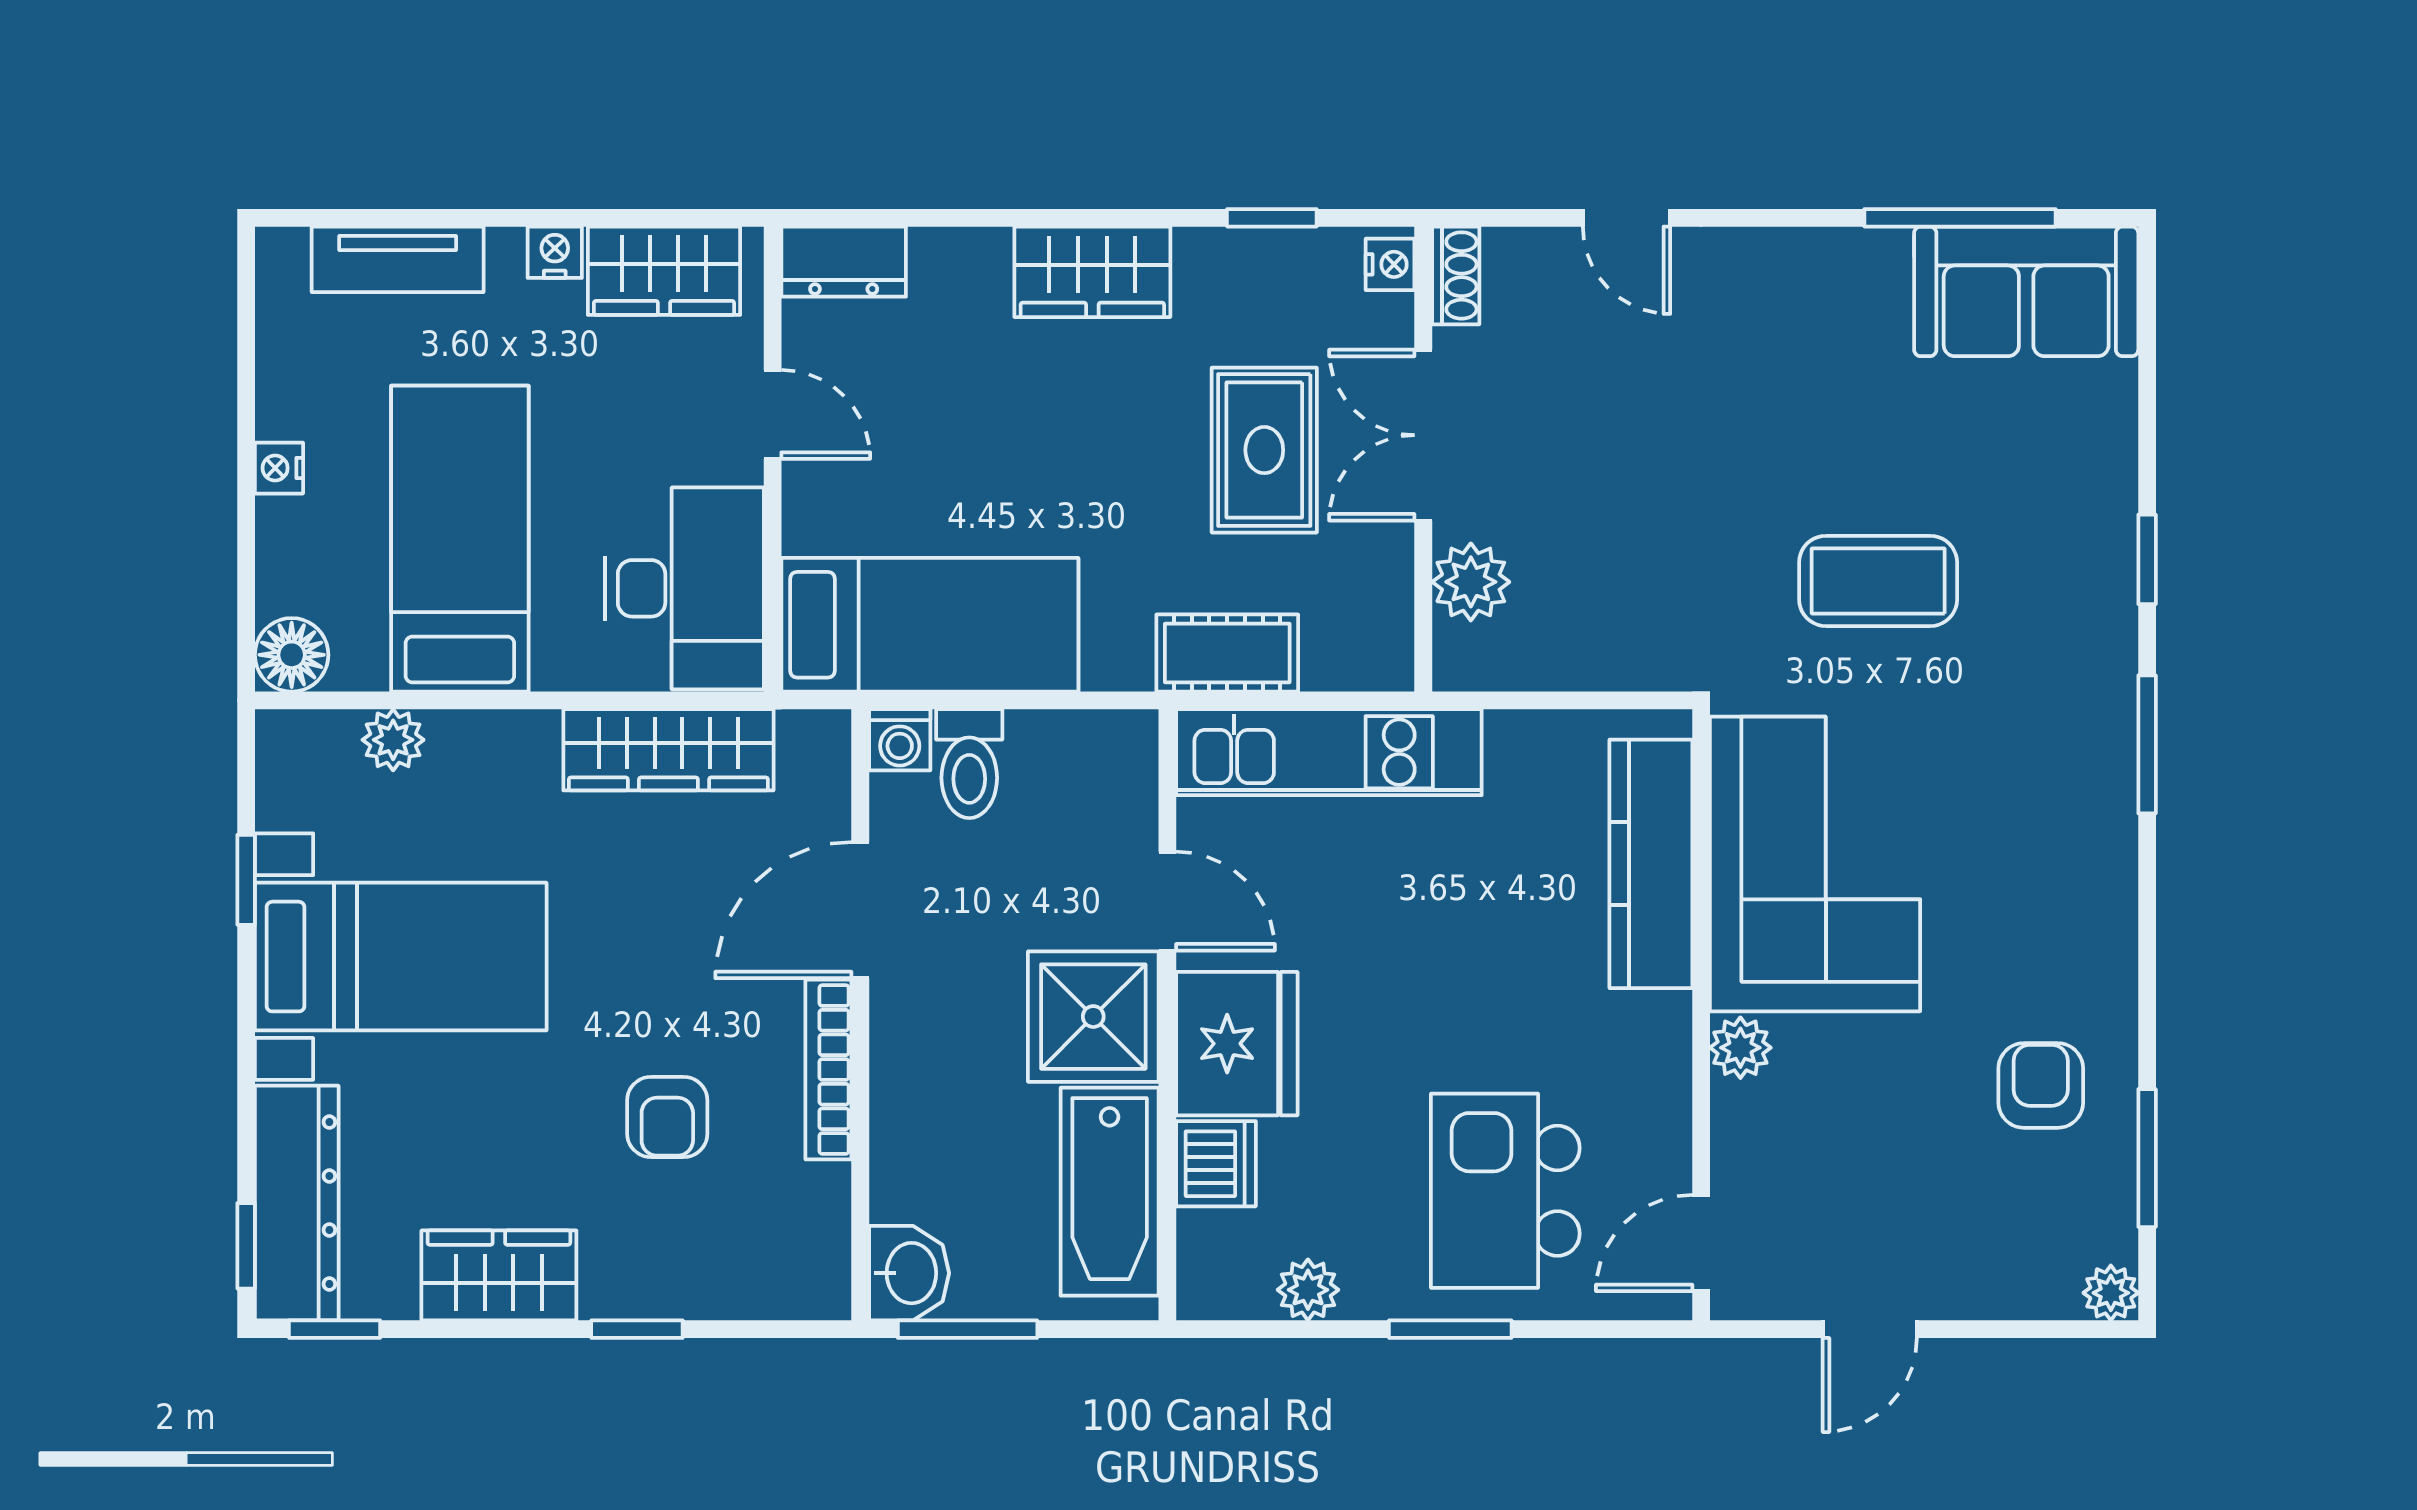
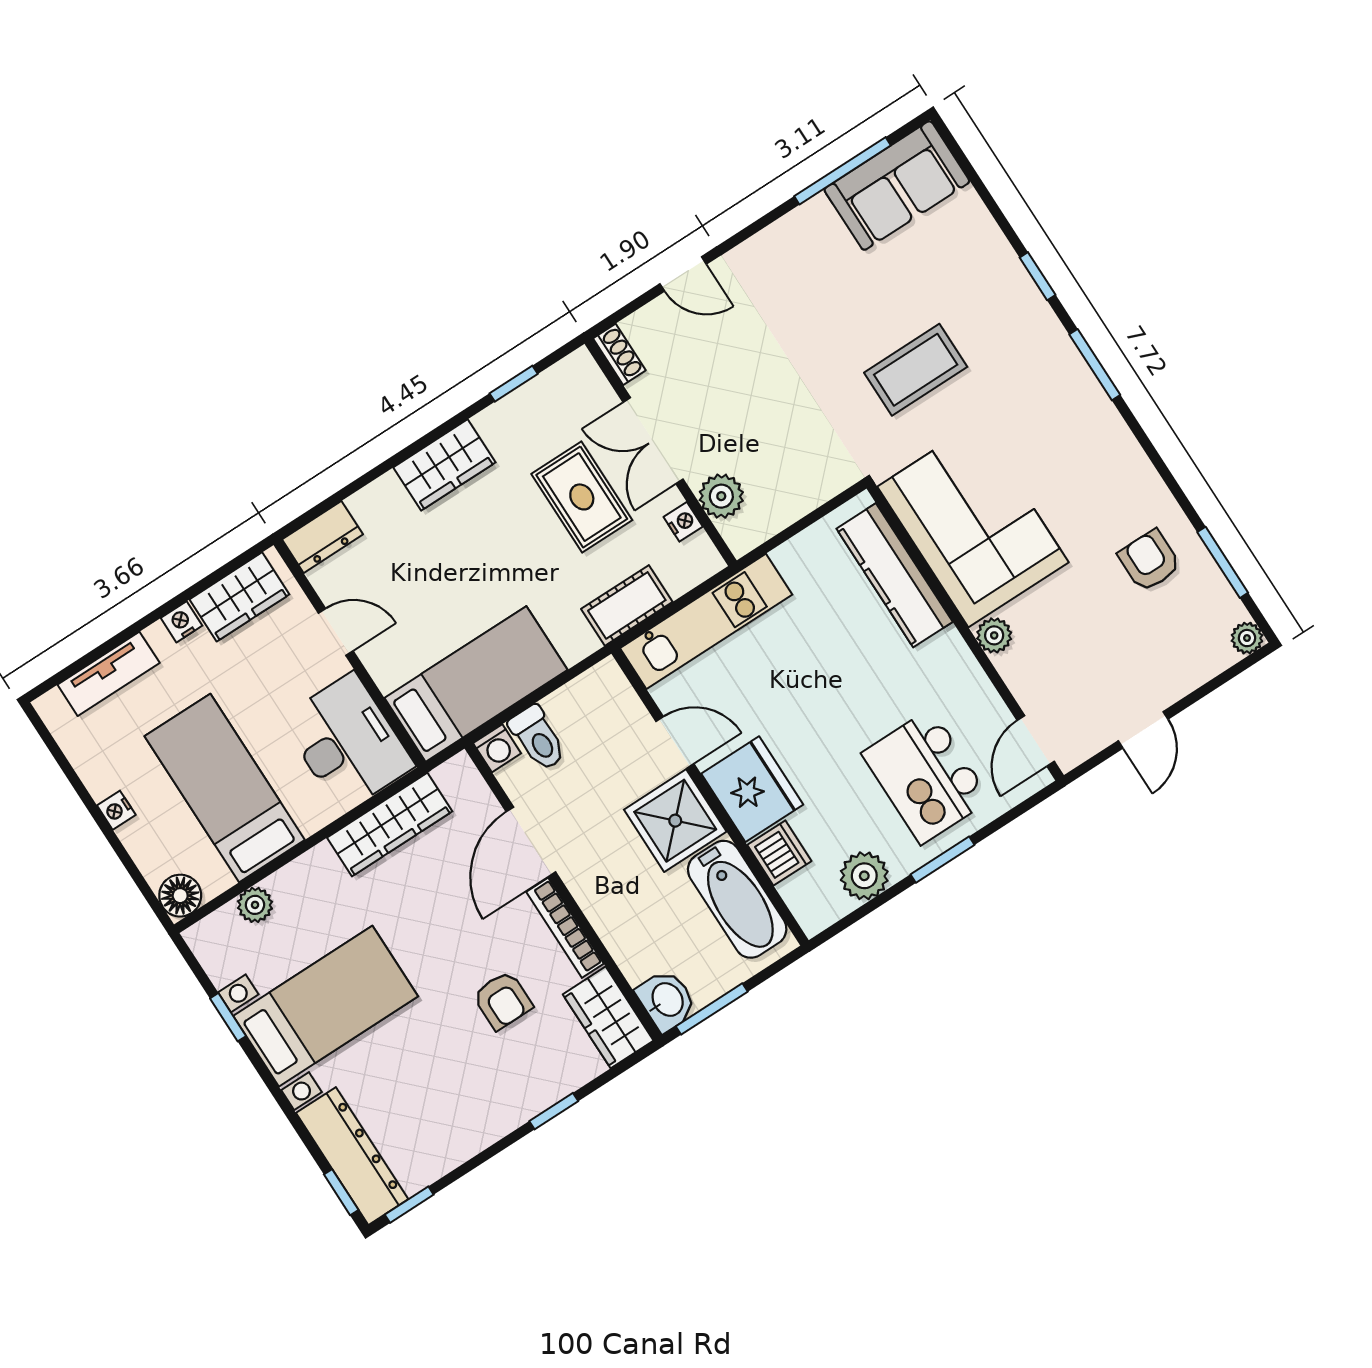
nightstand: (1390, 264) -> (683, 522), moved
wardrobe: (499, 1275) -> (608, 1017), moved, turned -90
plant: (1308, 1290) -> (864, 876), width x1.38, depth x1.38

